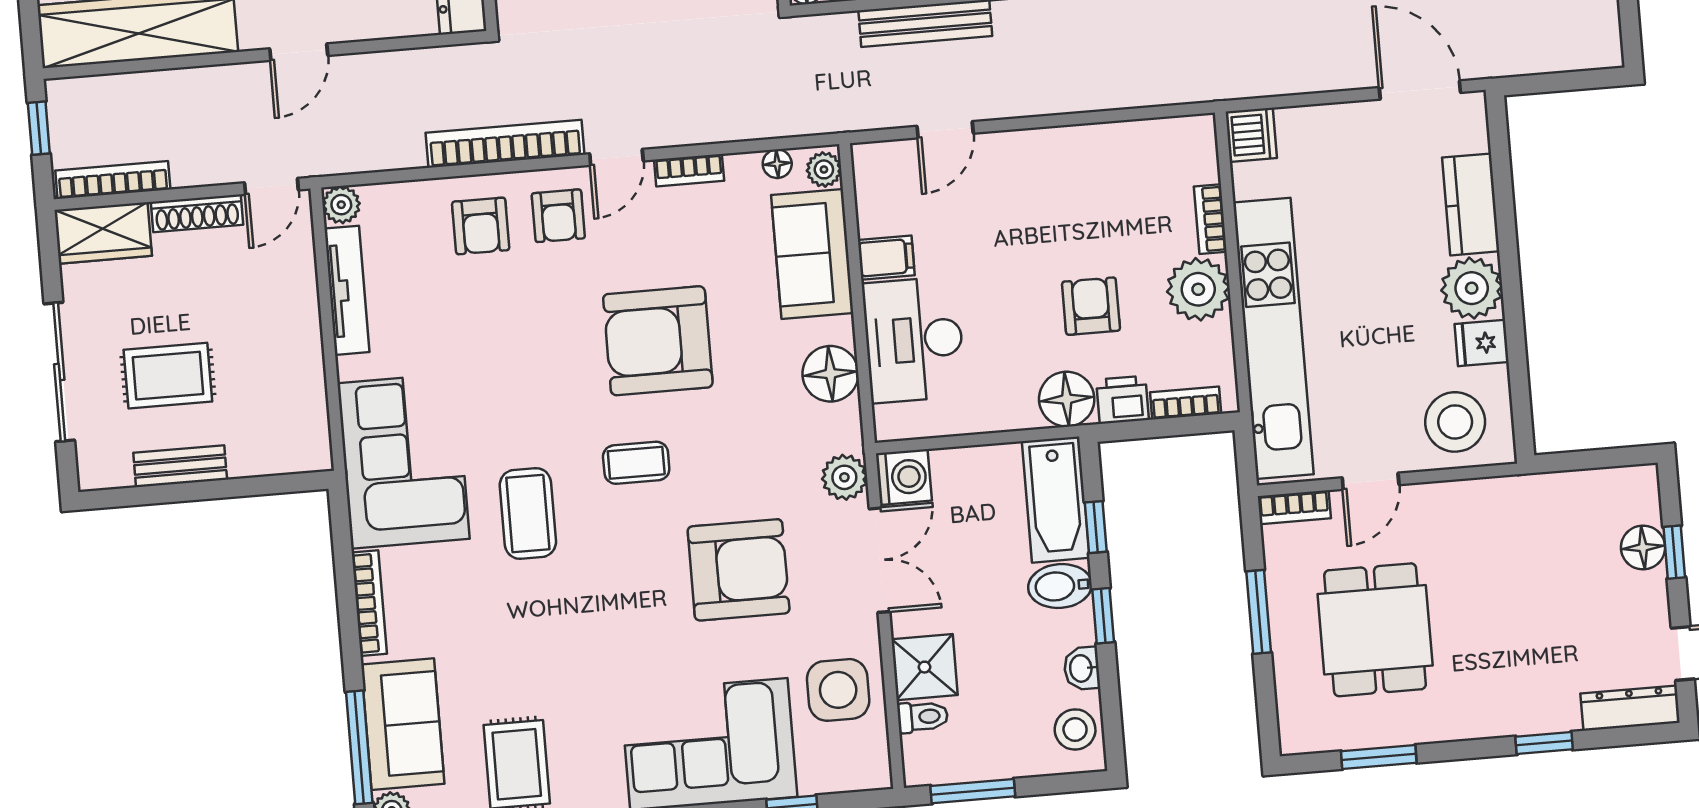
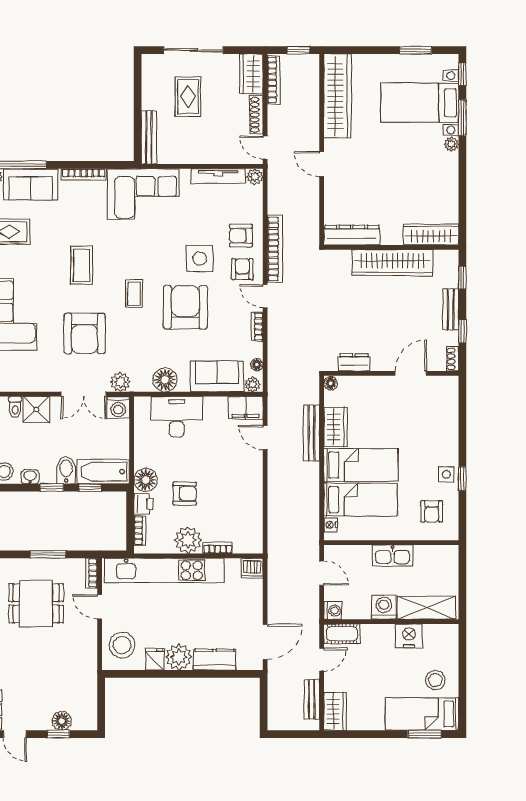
armchair: (558, 216) -> (242, 269), turned 90
filing cabinet: (886, 258) -> (246, 408), moved, width x2.00
bench: (180, 466) -> (149, 138), moved, width x1.36
coffee table: (528, 513) -> (82, 265), moved, turned 90
side table: (838, 690) -> (200, 258), moved

